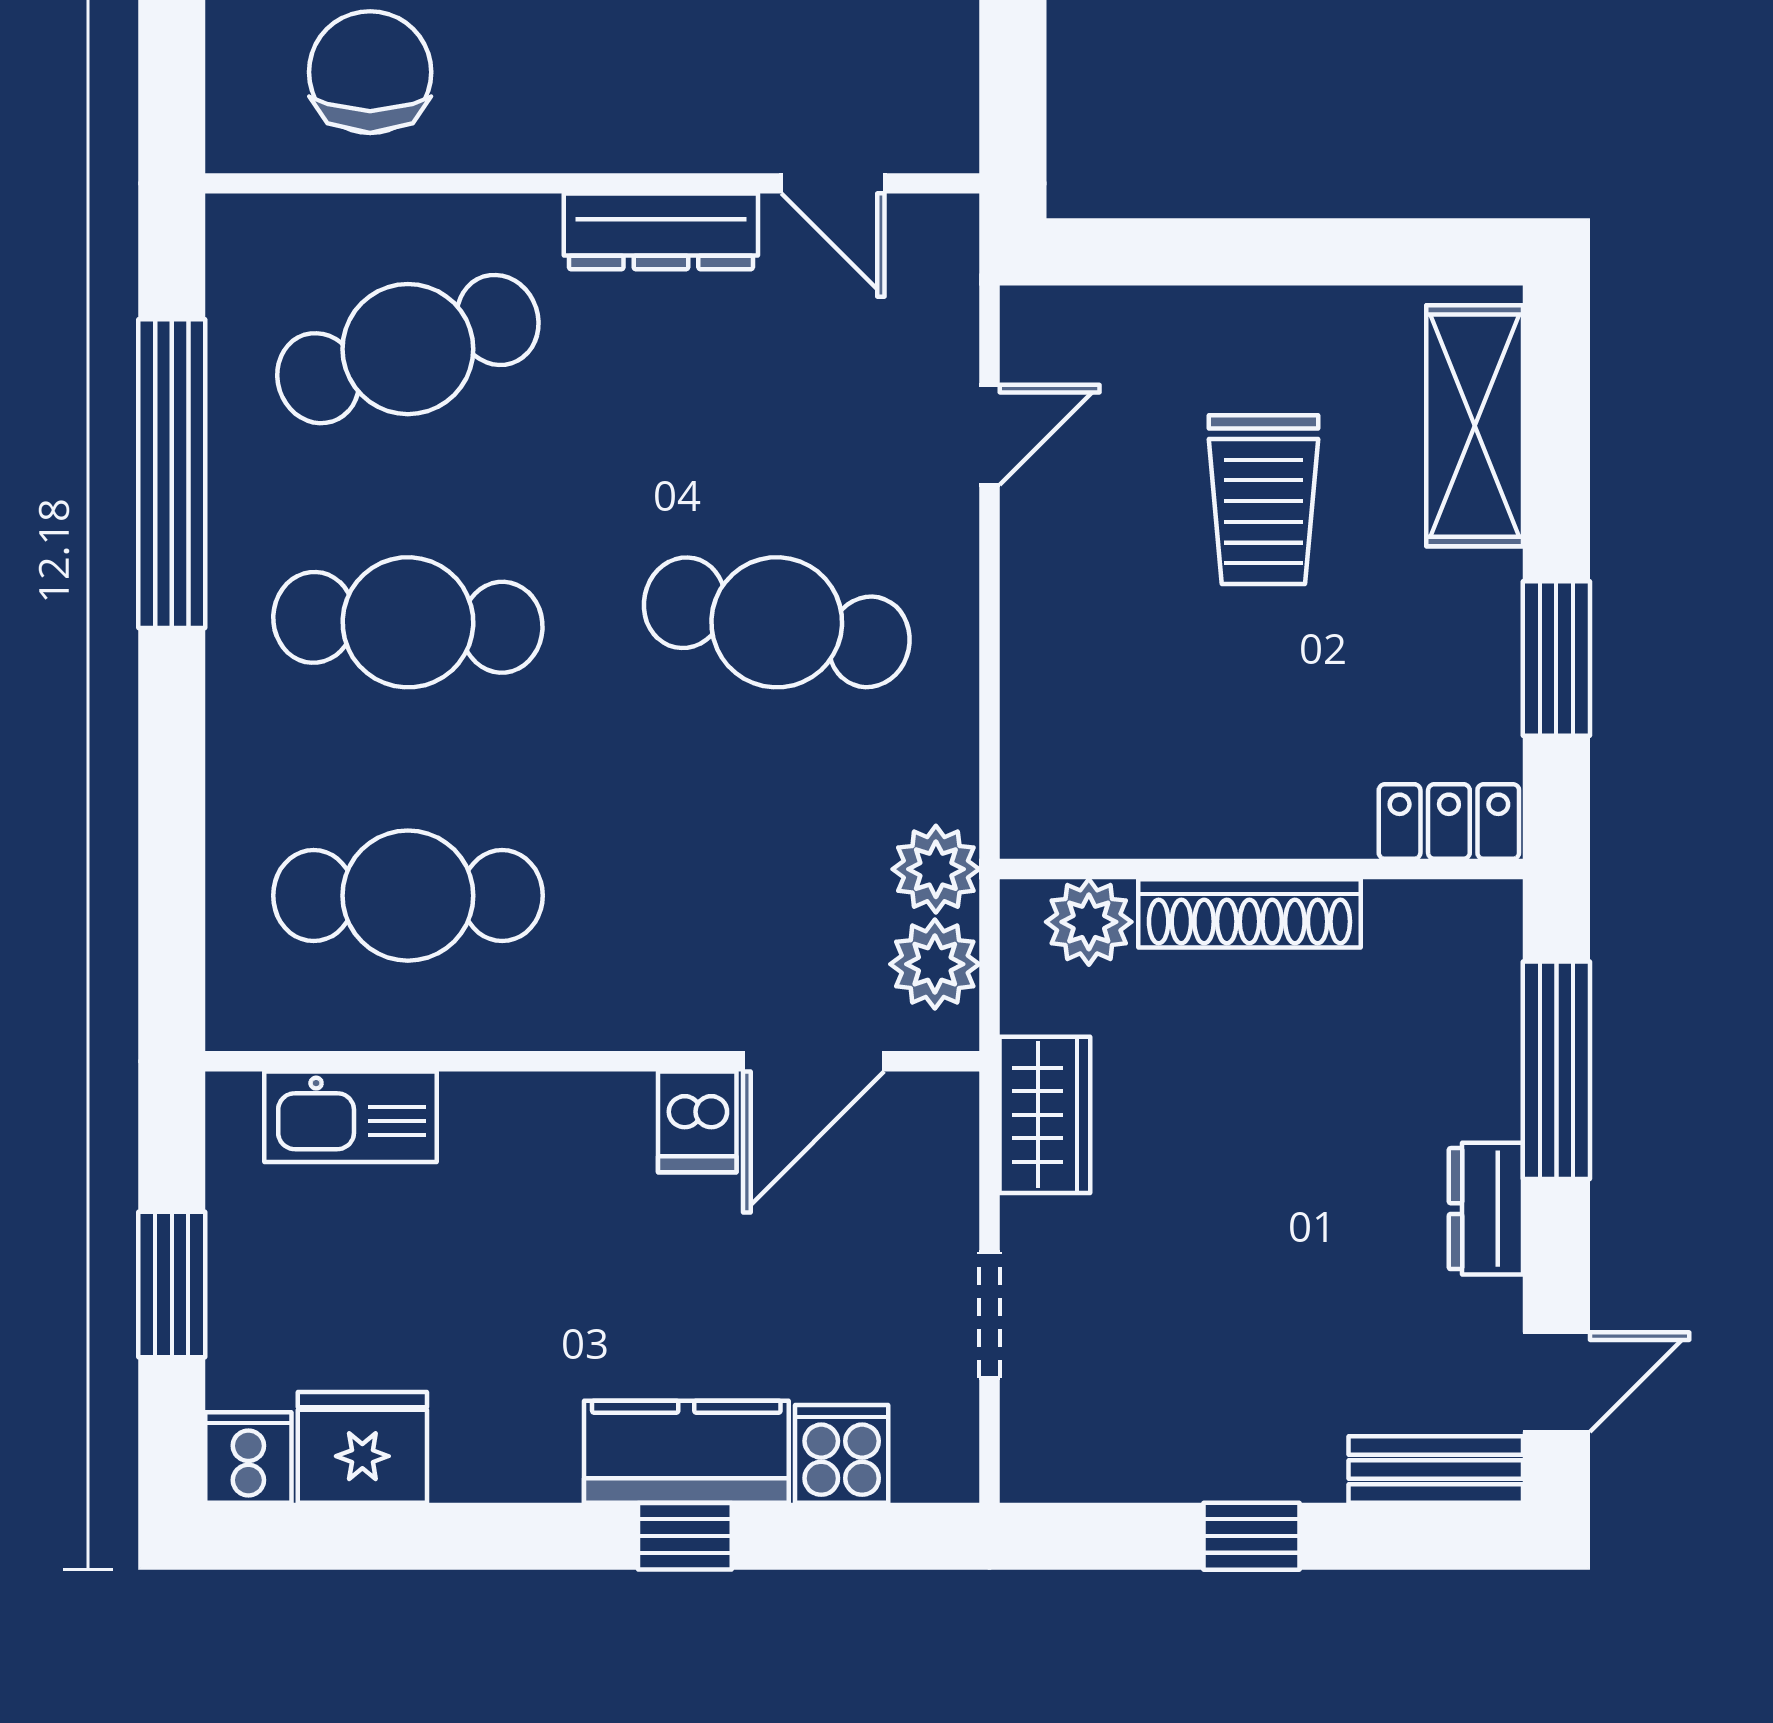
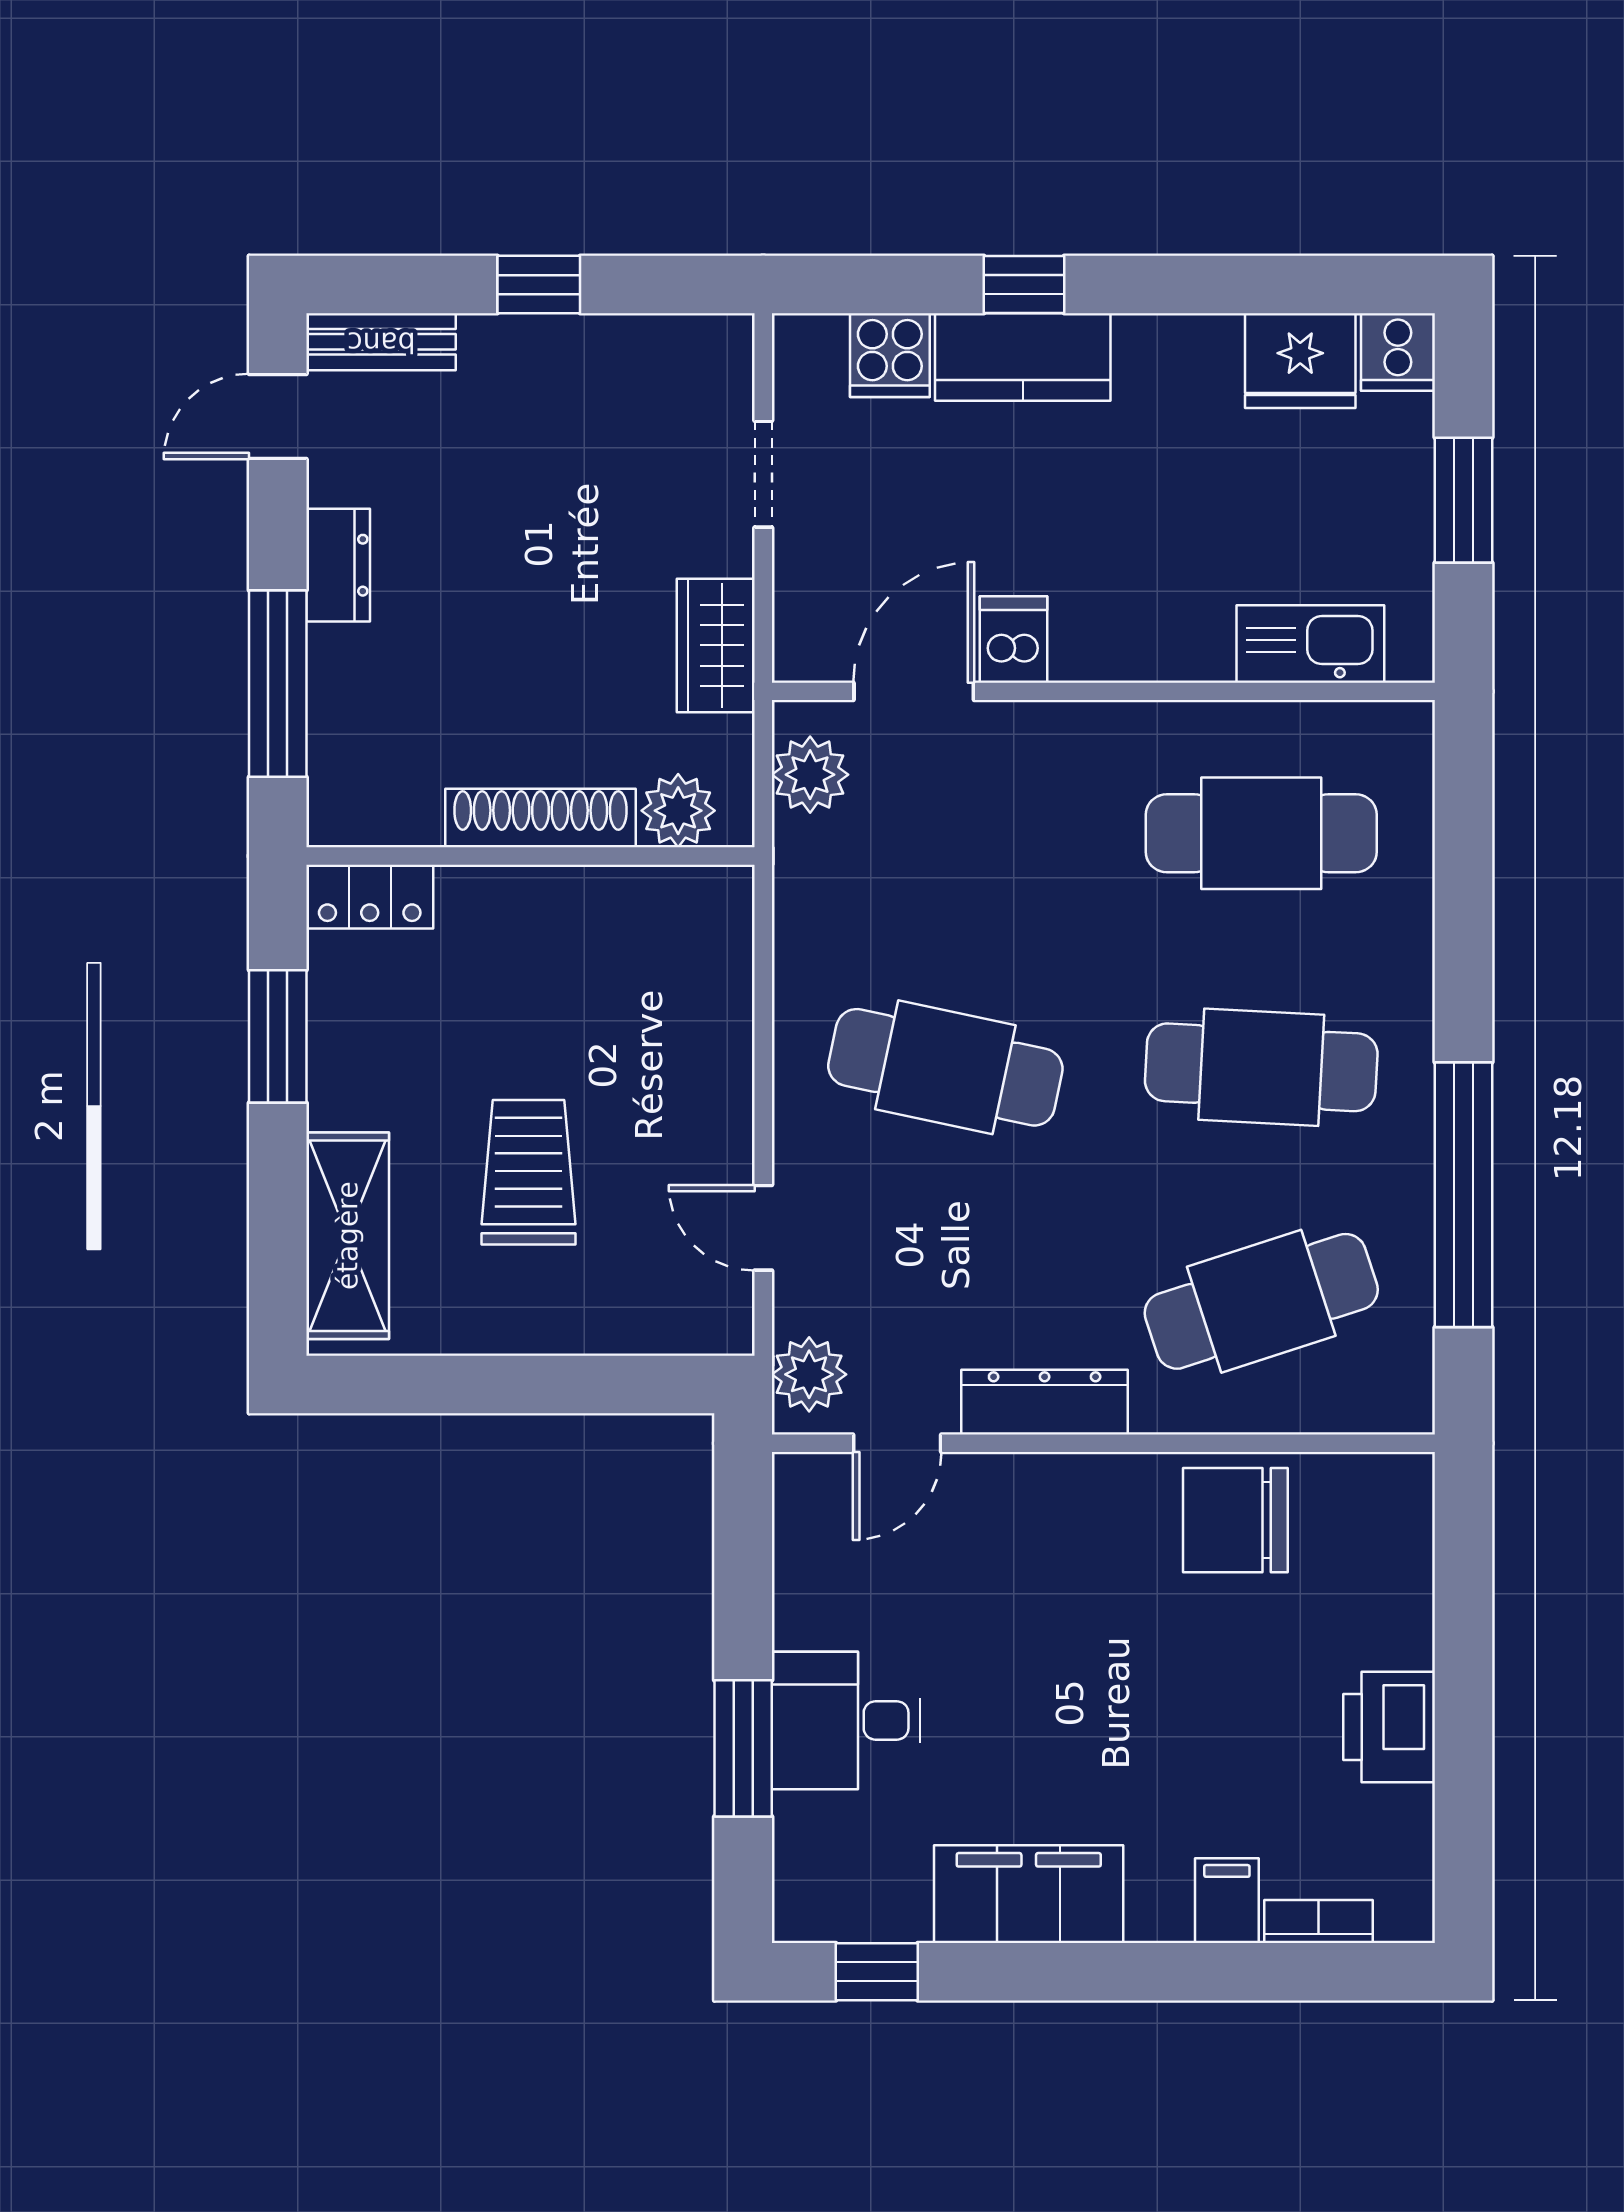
chair: (370, 72) -> (1235, 1520), moved, turned 90
door: (833, 183) -> (897, 1443), swing flipped
door: (989, 435) -> (763, 1228), hinge flipped
plant: (936, 869) -> (809, 1374), moved

